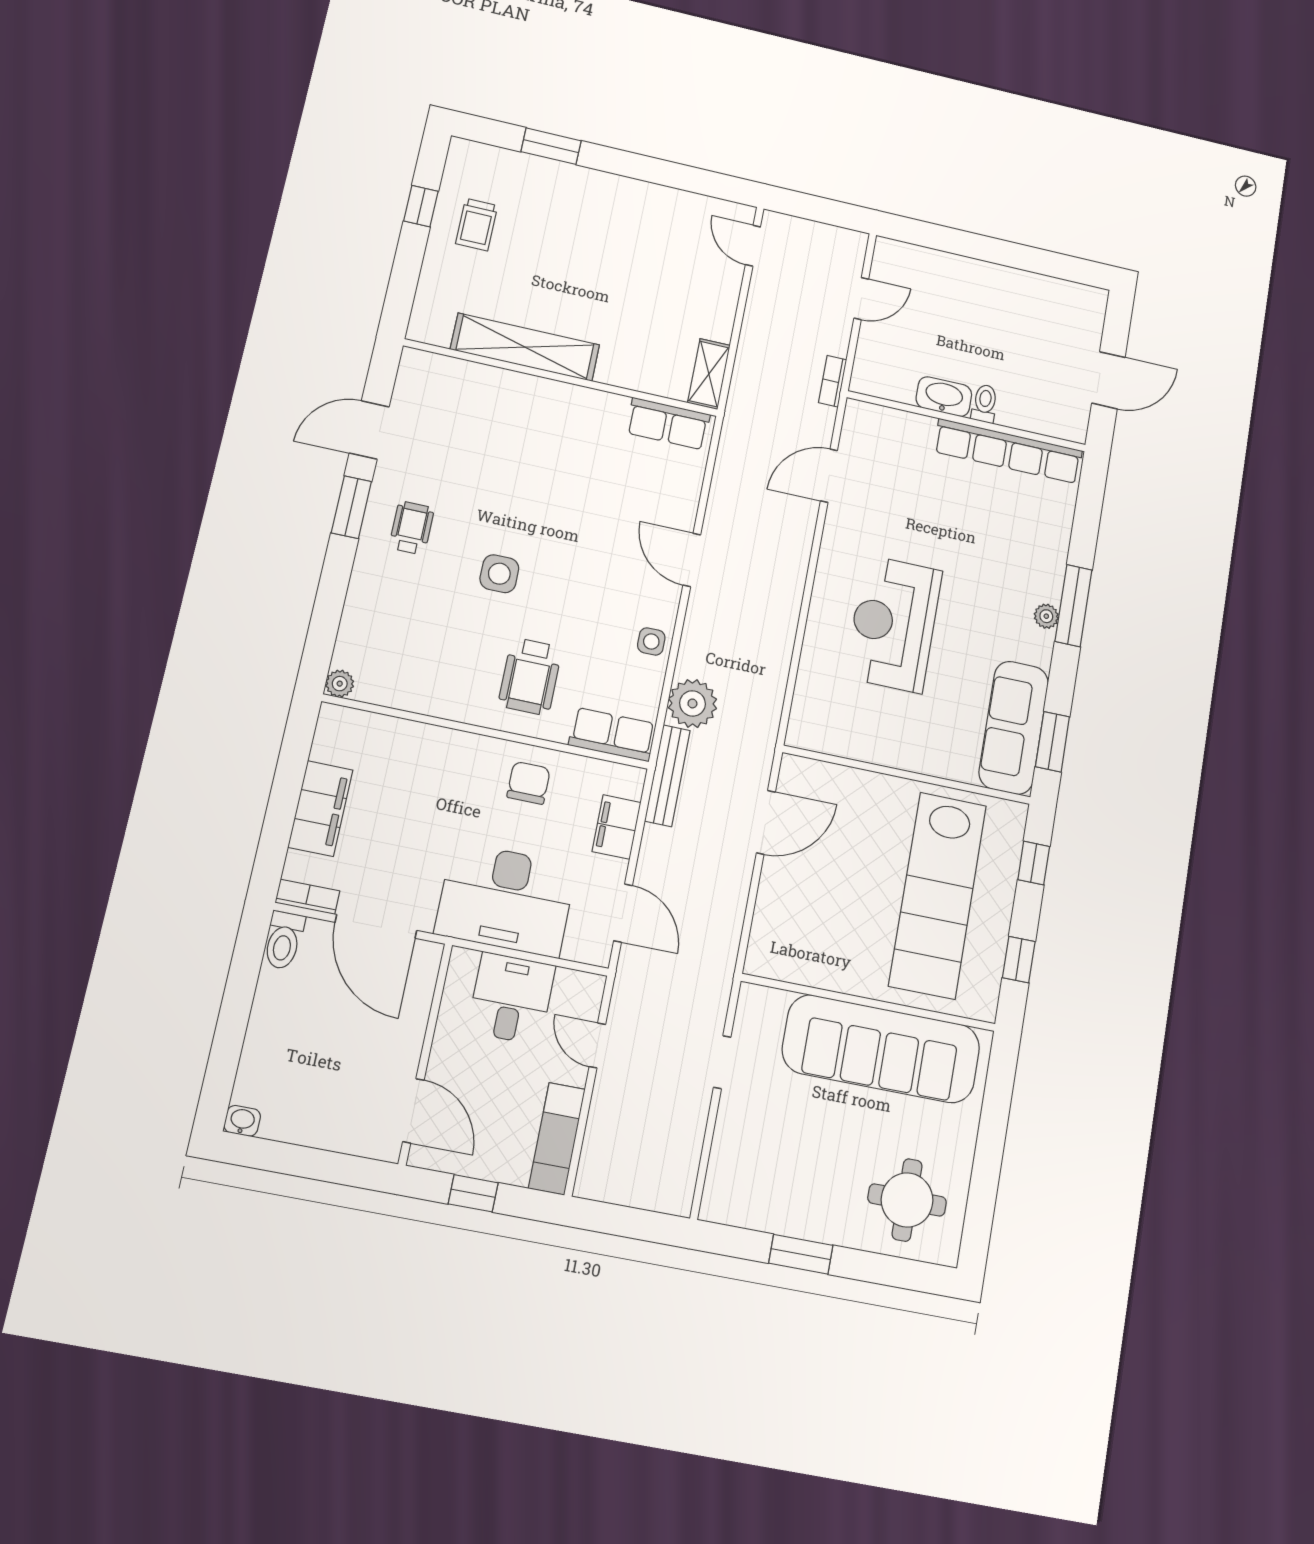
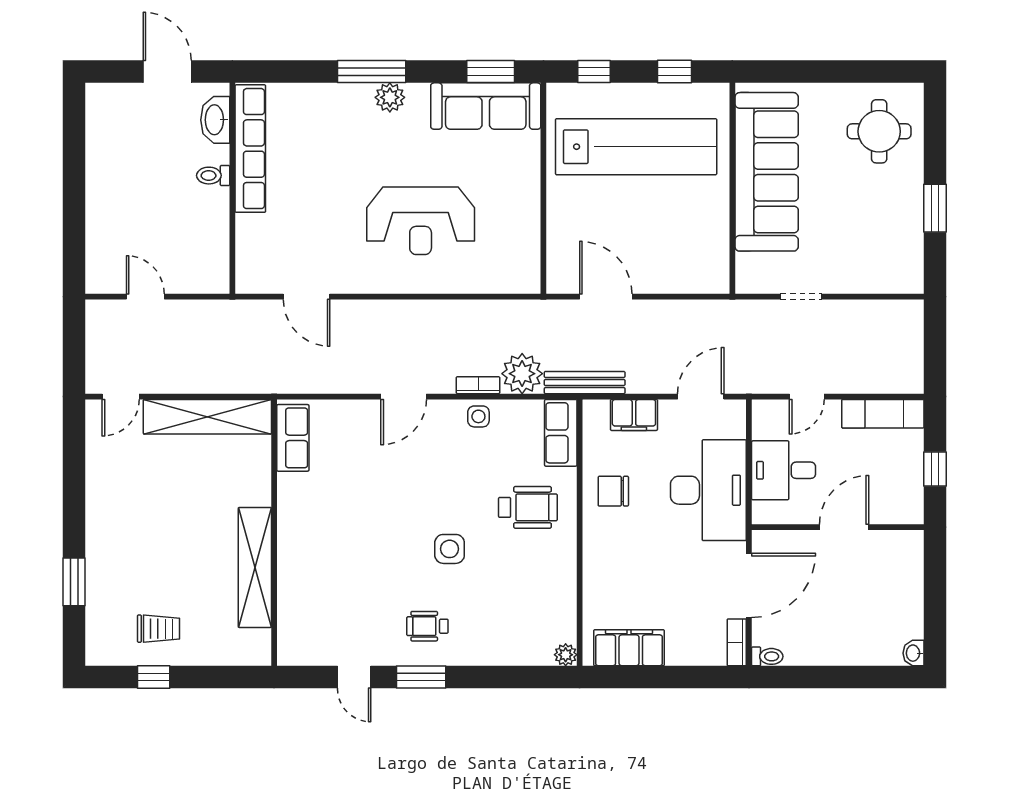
shelving: (709, 374) -> (207, 417), width x2.20, depth x1.33
bookcase: (833, 381) -> (478, 385), moved, turned 180
washbasin: (944, 397) -> (215, 120), moved
door: (369, 430) -> (354, 677), width x0.73
plant: (1046, 616) -> (390, 97), width x1.38, depth x1.38
filing cabinet: (320, 808) -> (629, 648), moved
toilet: (284, 940) -> (767, 656), width x0.73, depth x0.72
door: (413, 1111) -> (844, 527), moved

